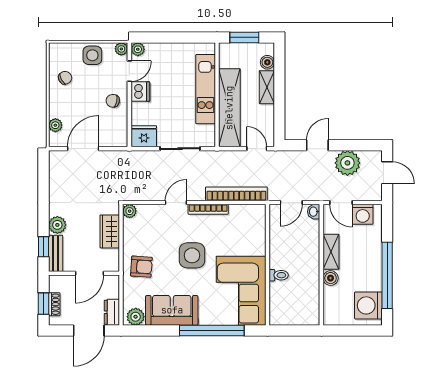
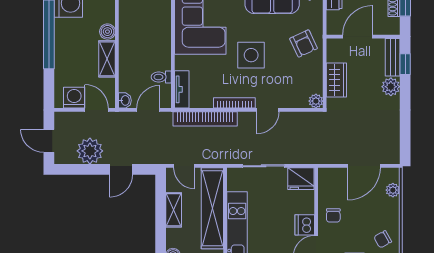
shelving: (267, 87) -> (174, 210), moved
chair: (113, 101) -> (333, 215), turned 78
tv unit: (259, 222) -> (182, 89), added
armchair: (141, 267) -> (304, 43), turned -119
toilet: (279, 275) -> (161, 77), moved

